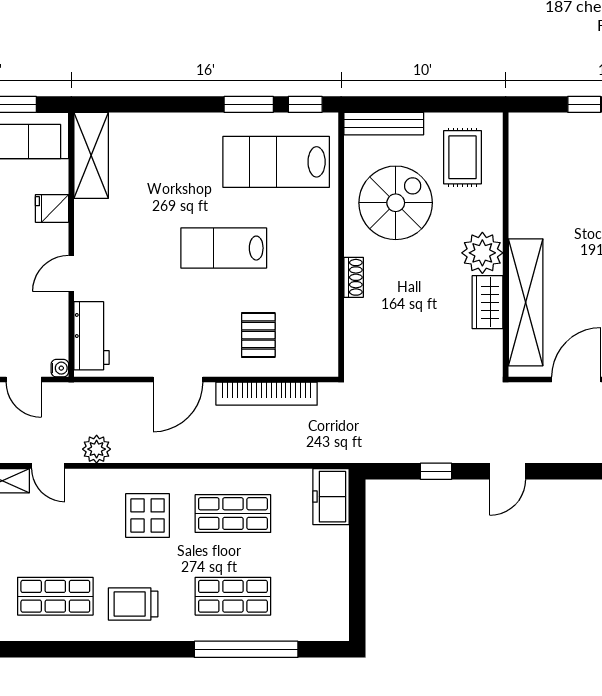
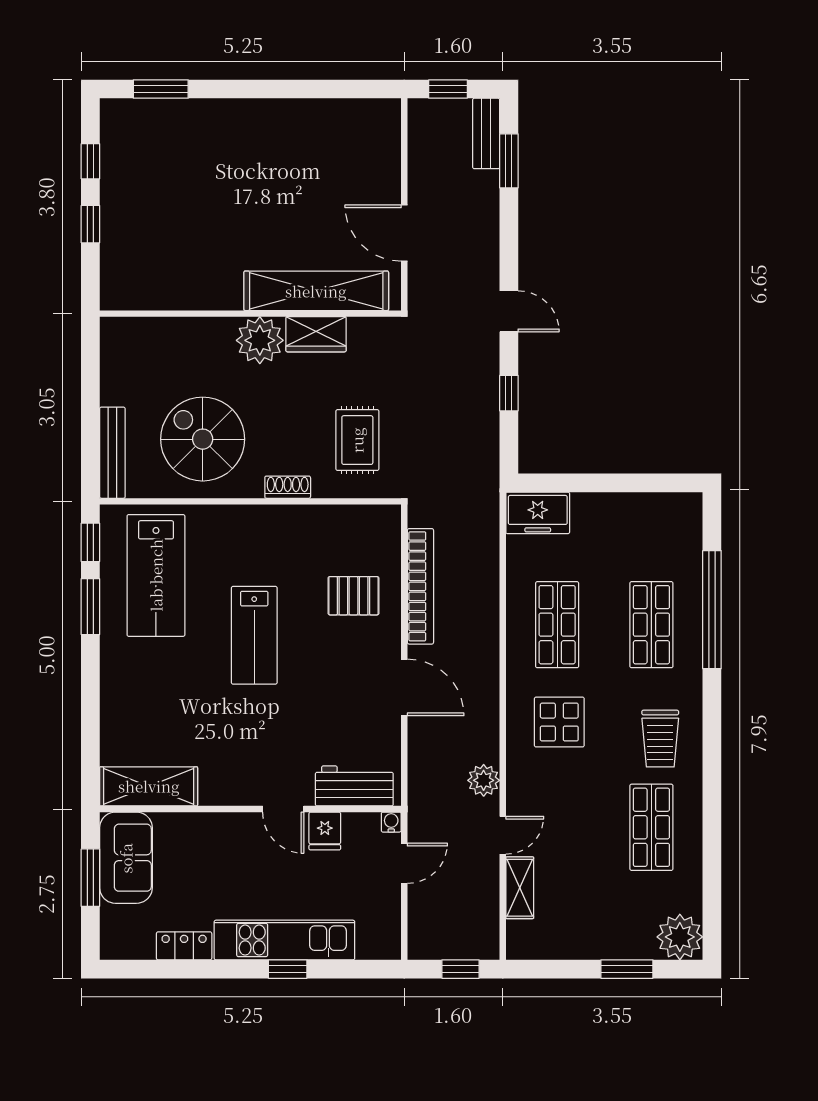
rug: (462, 157) -> (357, 440), moved, turned 90
fridge: (52, 208) -> (325, 831), moved

